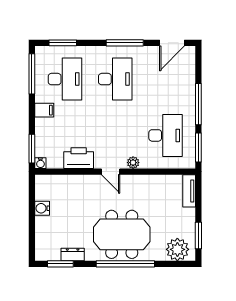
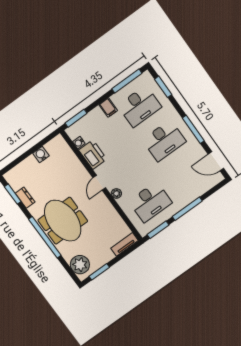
water cooler: (40, 163) -> (79, 143), moved

